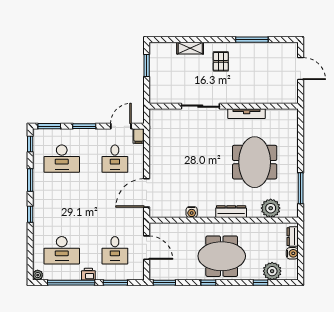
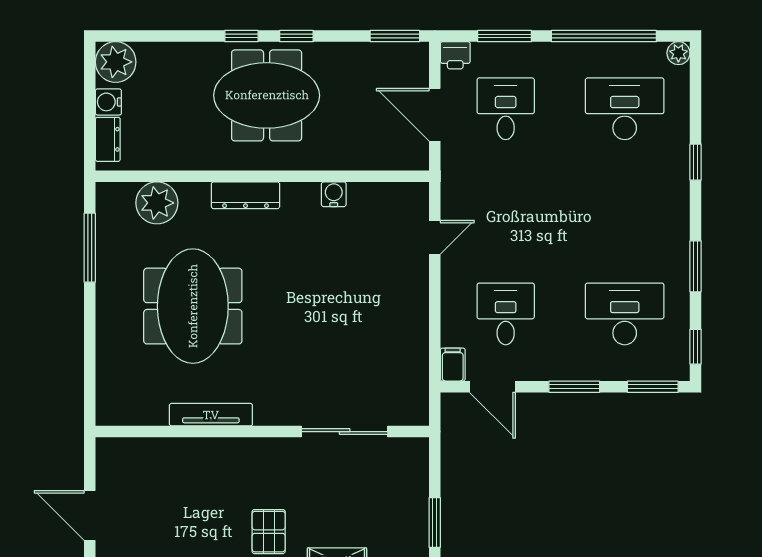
sliding door: (200, 106) -> (345, 432), moved
door: (121, 126) -> (492, 387), hinge flipped
door: (147, 193) -> (435, 237), width x0.53
window: (30, 214) -> (696, 162), moved
plant: (272, 271) -> (116, 62), moved
printer: (88, 274) -> (455, 55), moved
window: (260, 283) -> (241, 36), moved

